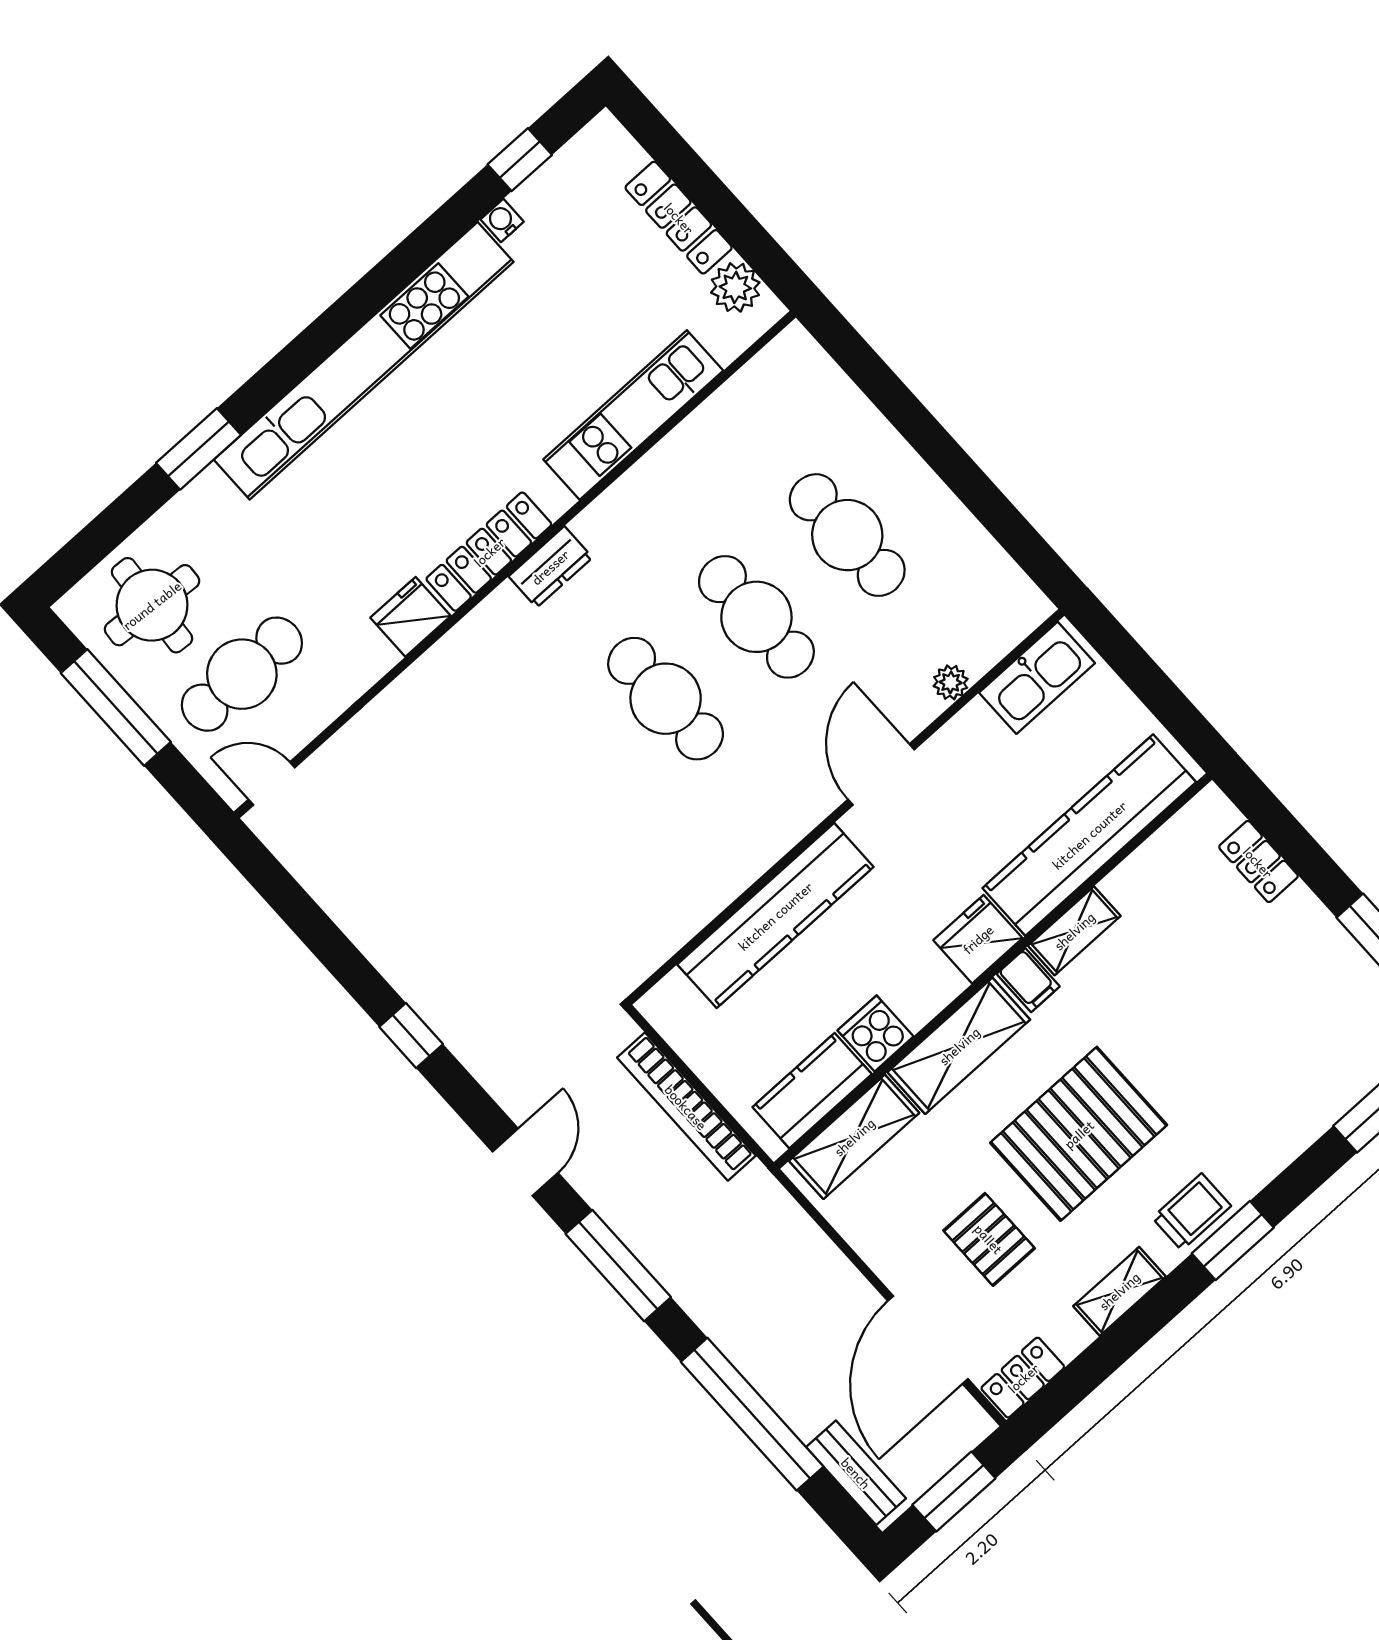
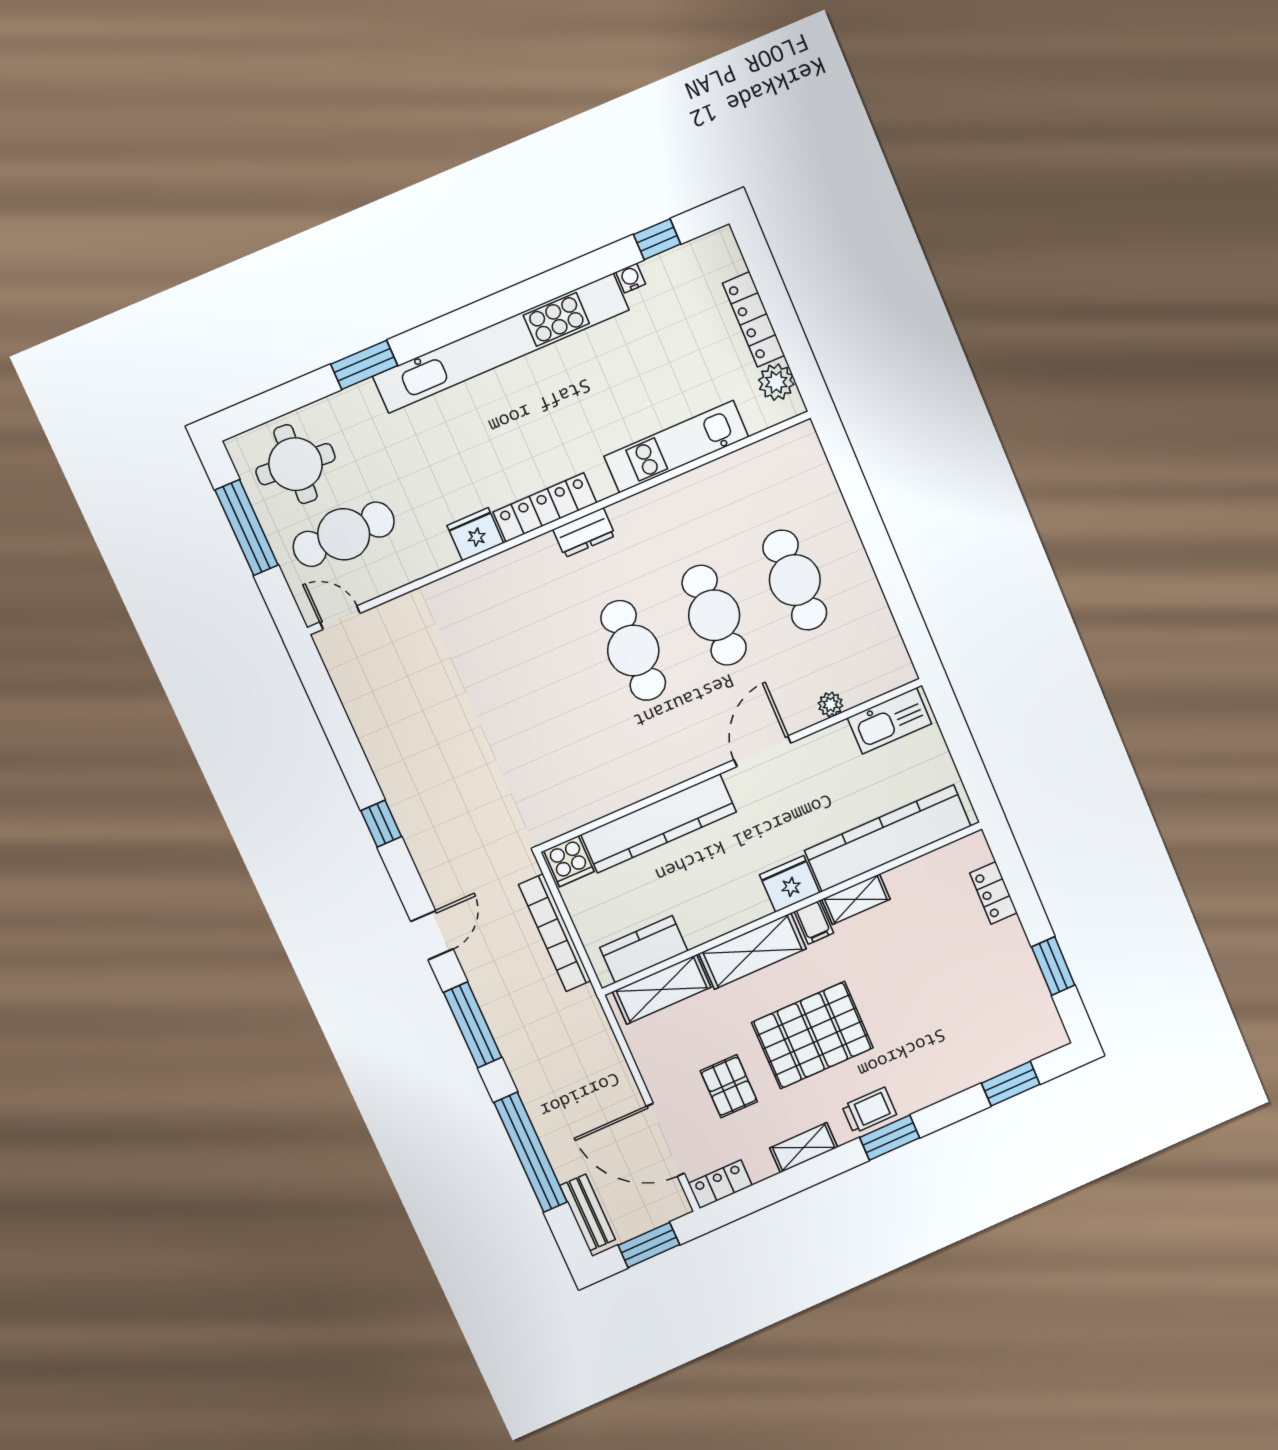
cooker: (876, 1033) -> (569, 861), moved, turned 180
door: (928, 1340) -> (665, 1140), hinge flipped

